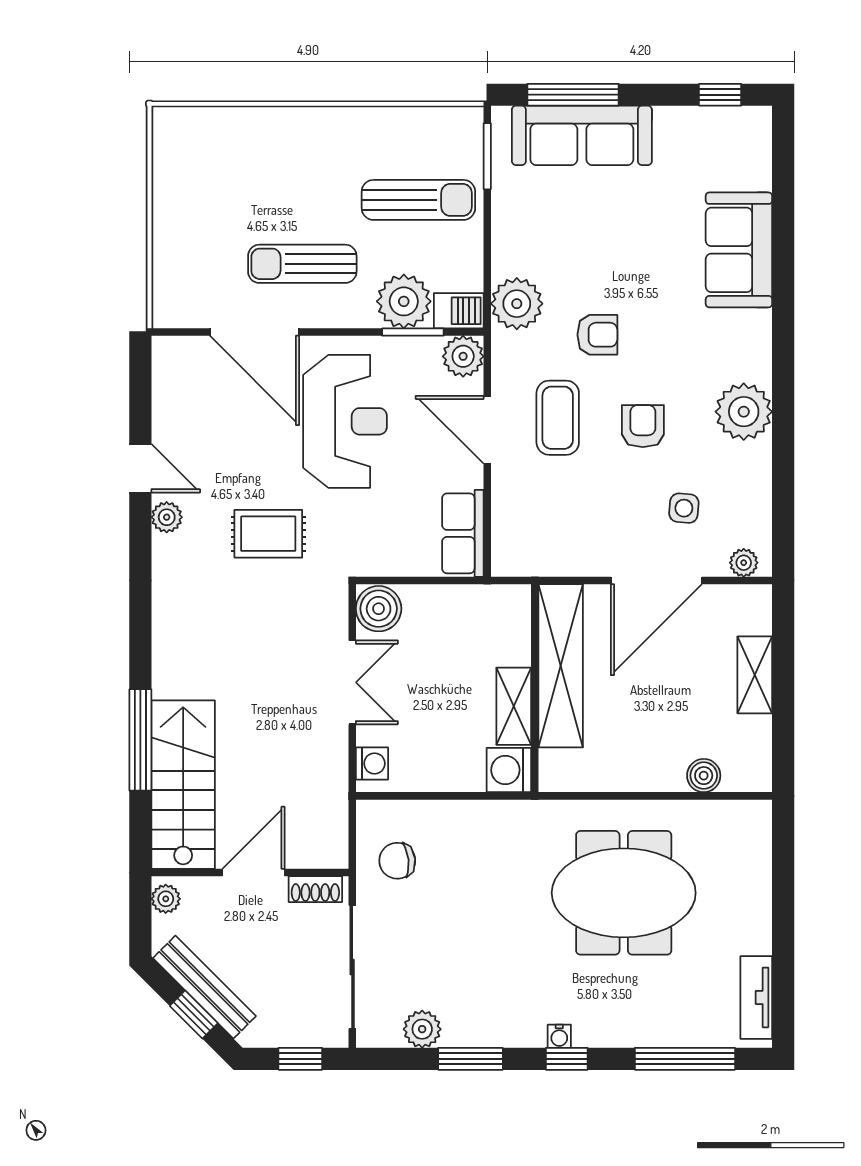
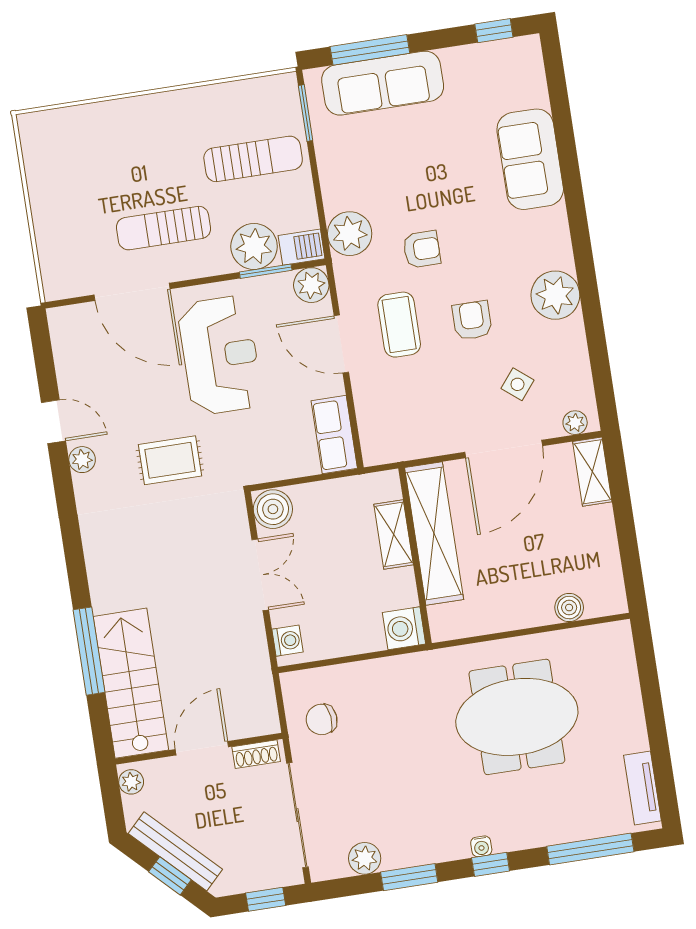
side table: (684, 508) -> (517, 384), turned 34
shelving: (755, 675) -> (592, 472), moved
shelving: (514, 706) -> (394, 534), moved

